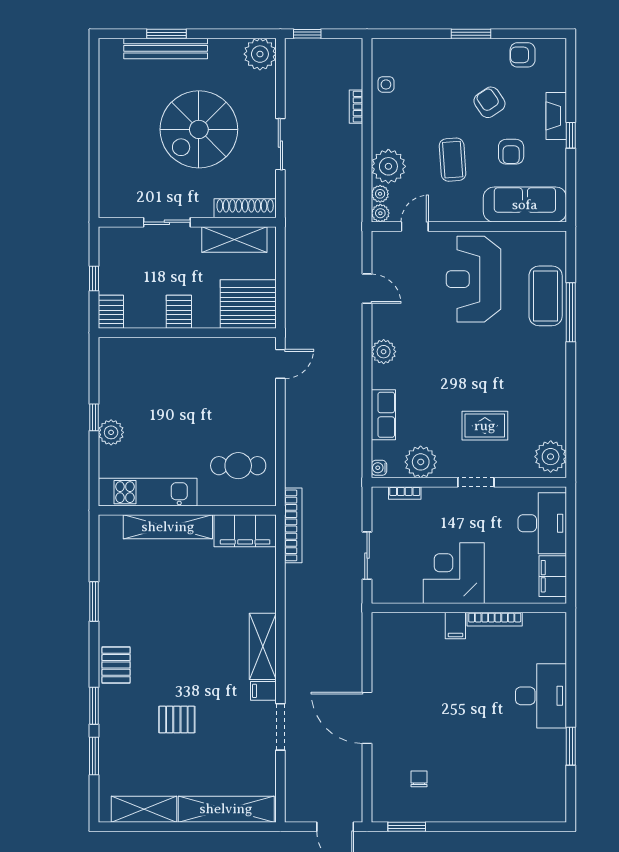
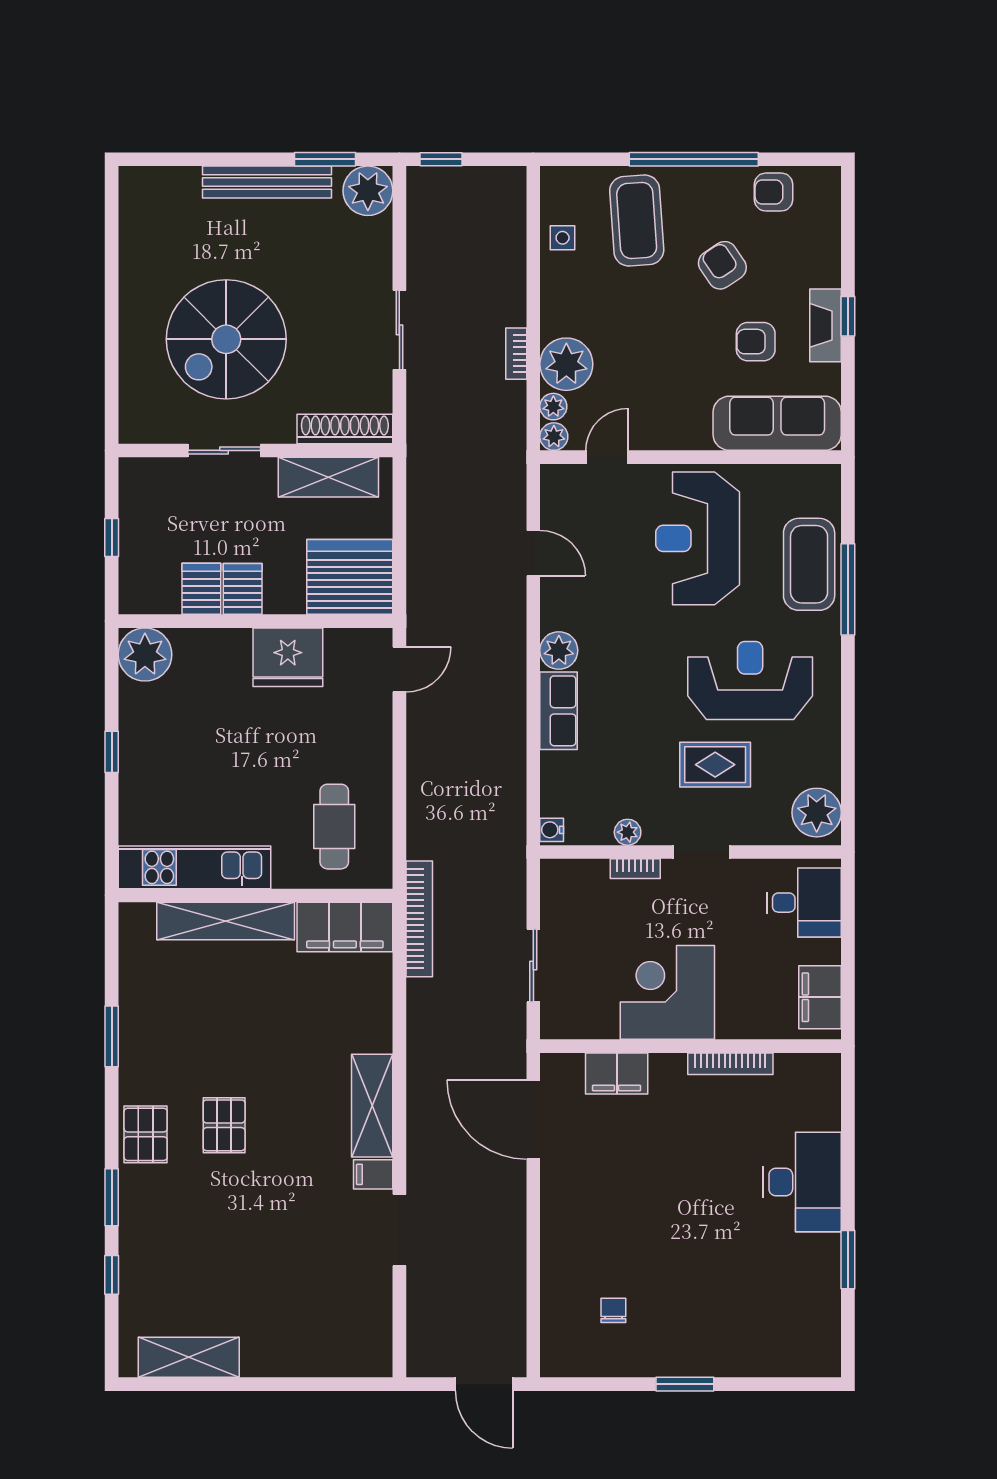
window: (166, 34) -> (325, 159), moved
window: (471, 34) -> (694, 159), width x2.11
bench: (166, 48) -> (267, 182), moved
bookcase: (356, 107) -> (516, 354), moved
fireplace: (556, 116) -> (826, 325), moved
spiral stairs: (199, 129) -> (226, 339), moved
armchair: (511, 152) -> (756, 342), turned 90
coffee table: (453, 160) -> (637, 220), moved, width x1.36, depth x1.32
server rack: (111, 312) -> (201, 589), moved
fridge: (208, 356) -> (288, 657), added
reception desk: (507, 371) -> (750, 680), added
row of seats: (383, 415) -> (559, 711), moved
plant: (111, 432) -> (145, 655), moved, width x1.36, depth x1.36
plant: (421, 462) -> (628, 832), width x0.53, depth x0.53
cafe table: (238, 466) -> (334, 827), turned 90
bookcase: (405, 493) -> (635, 869), moved
desk: (542, 523) -> (804, 903), width x0.73
filing cabinet: (455, 626) -> (617, 1074), moved, width x2.00
door: (367, 718) -> (533, 1120), moved
pallet: (177, 720) -> (224, 1125), moved, turned 90
window: (94, 756) -> (112, 1275), width x0.67
shelving: (226, 809) -> (316, 1357), removed
window: (407, 827) -> (685, 1384), moved

